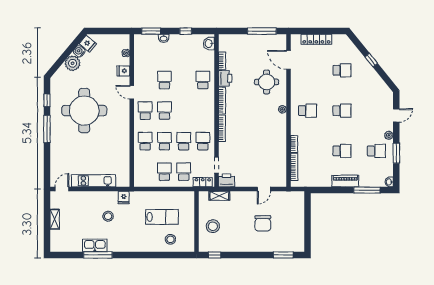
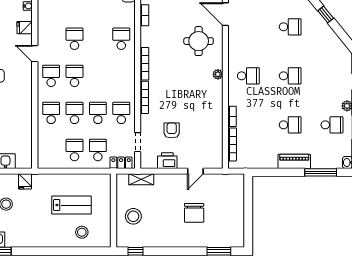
printer: (225, 78) -> (148, 37), removed
armchair: (244, 156) -> (172, 130), added
printer: (226, 180) -> (167, 161), moved

